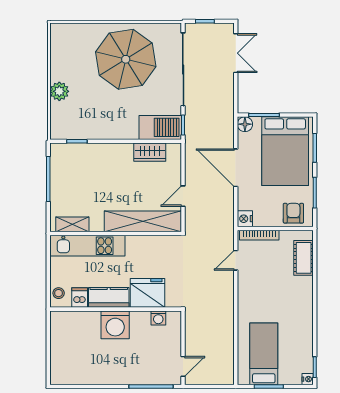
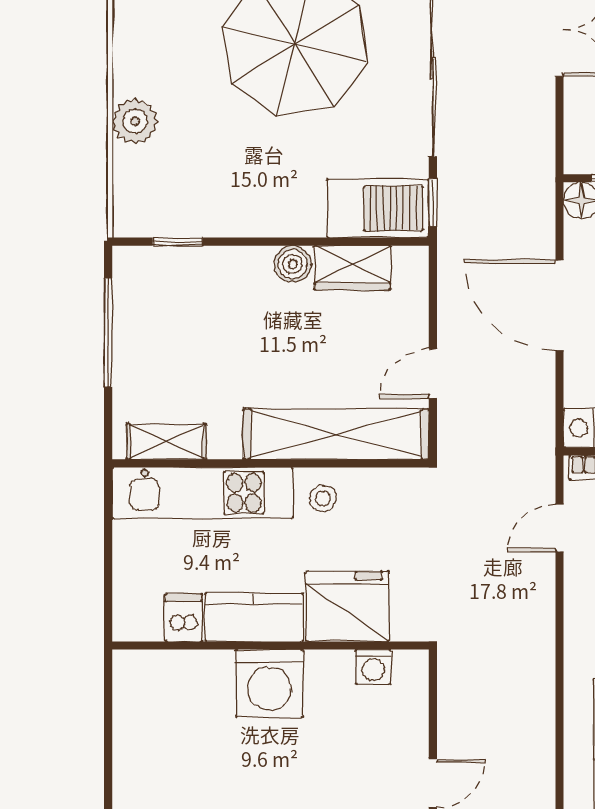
boiler: (125, 151) -> (293, 264), added
stool: (59, 293) -> (323, 498), moved

